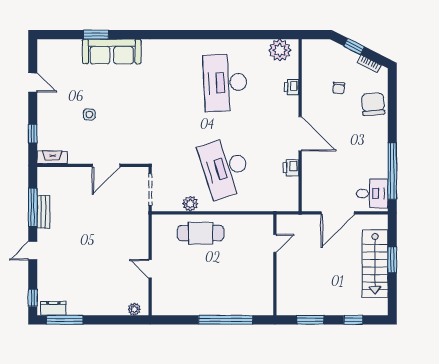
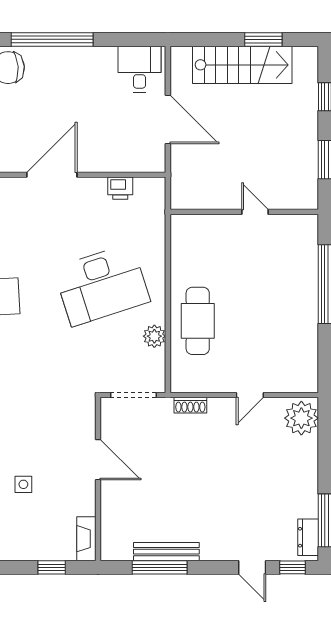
printer: (291, 168) -> (120, 188), moved
window: (392, 171) -> (52, 39), moved
bench: (43, 212) -> (166, 552), width x1.36
shoe rack: (143, 228) -> (190, 405), added
door: (275, 243) -> (255, 212), moved
door: (33, 251) -> (252, 567), moved
window: (392, 260) -> (263, 39), moved
plant: (134, 309) -> (301, 418), width x1.88, depth x1.88

